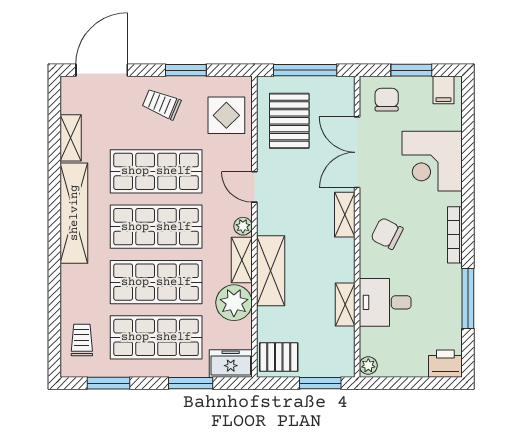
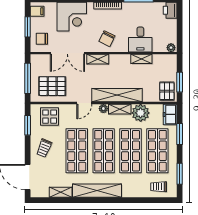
window: (186, 70) -> (28, 125), moved
shelving: (271, 271) -> (117, 95), width x1.47
window: (320, 383) -> (180, 82), moved

